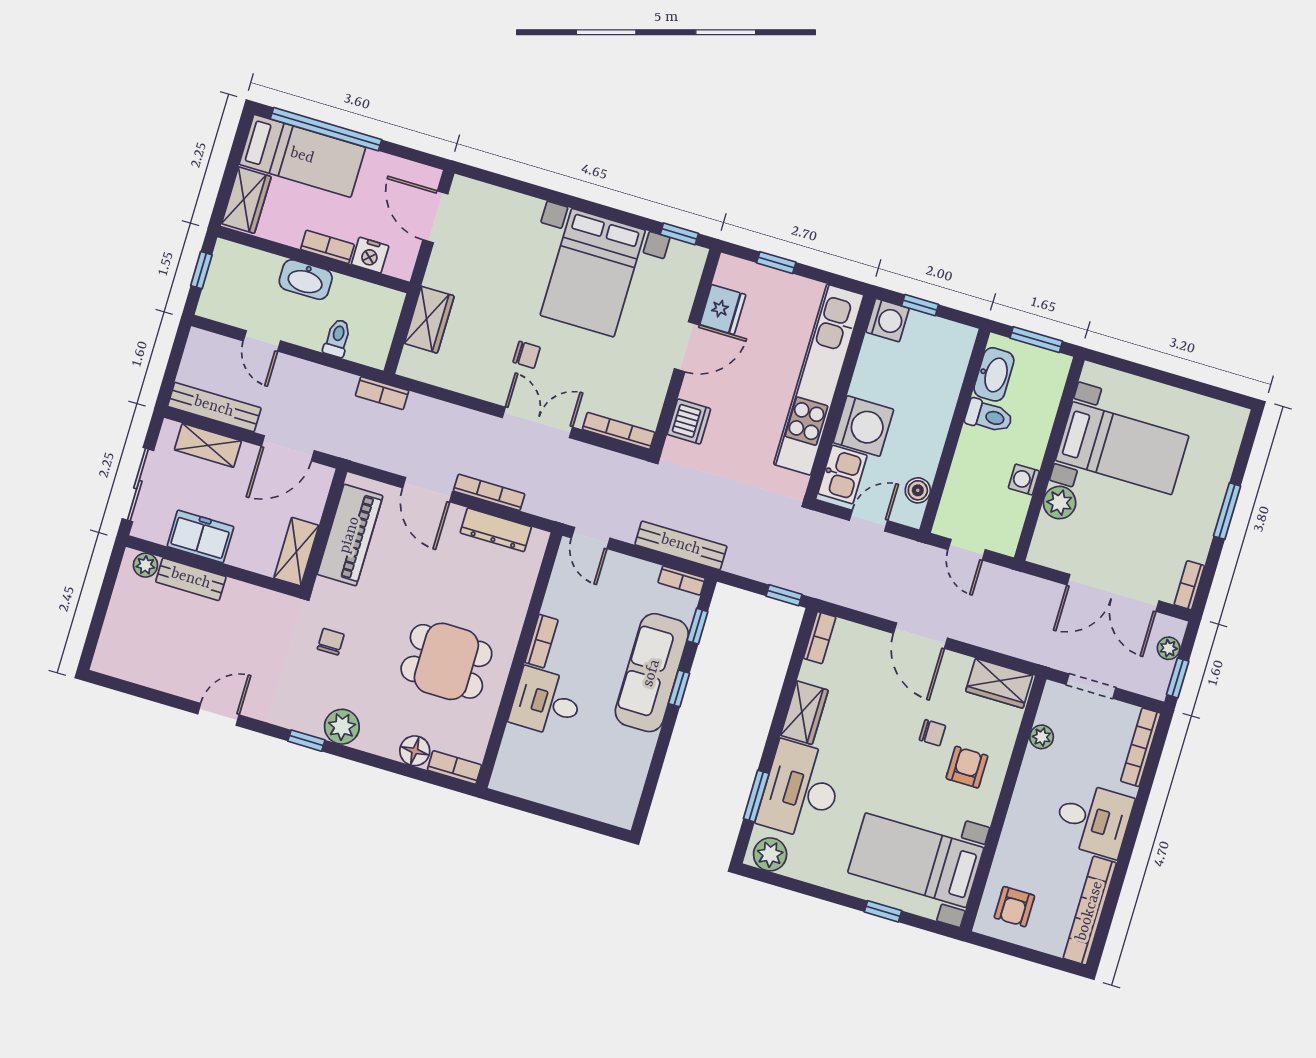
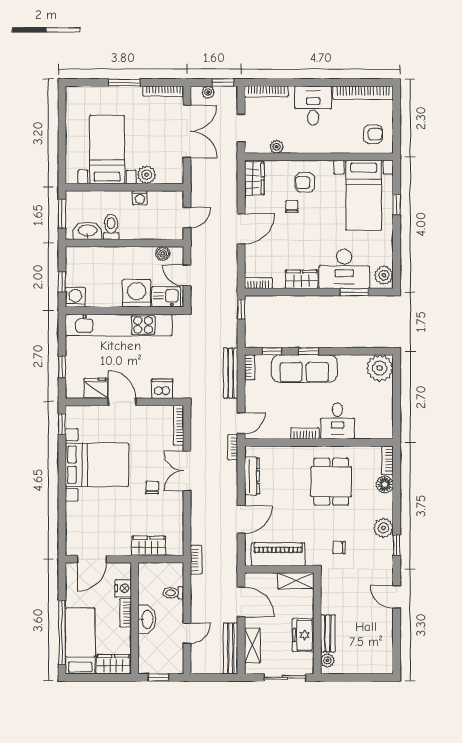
bookcase: (489, 492) -> (233, 447), moved, width x0.64
bookcase: (1189, 585) -> (163, 91), width x1.56
plant: (615, 801) -> (380, 368), added

